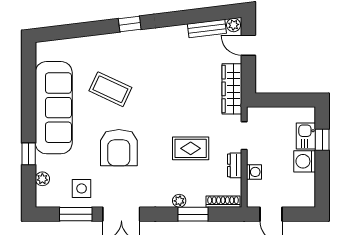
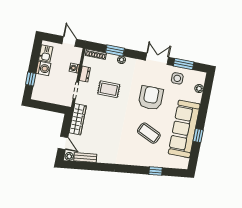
window: (130, 24) -> (156, 171), moved
kitchen sink: (306, 136) -> (46, 53), moved
window: (29, 154) -> (198, 136), moved

